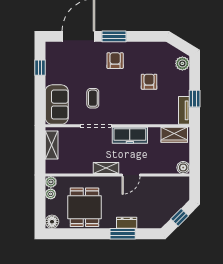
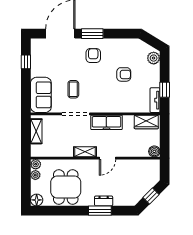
armchair: (149, 82) -> (124, 74), turned 90

